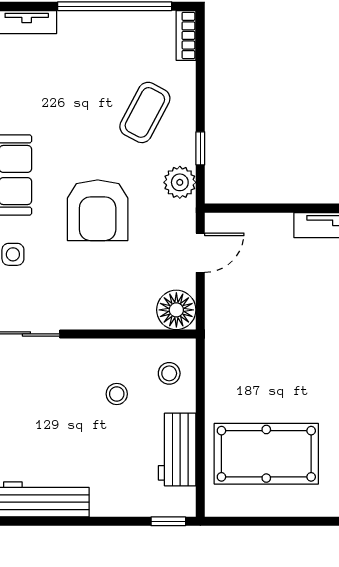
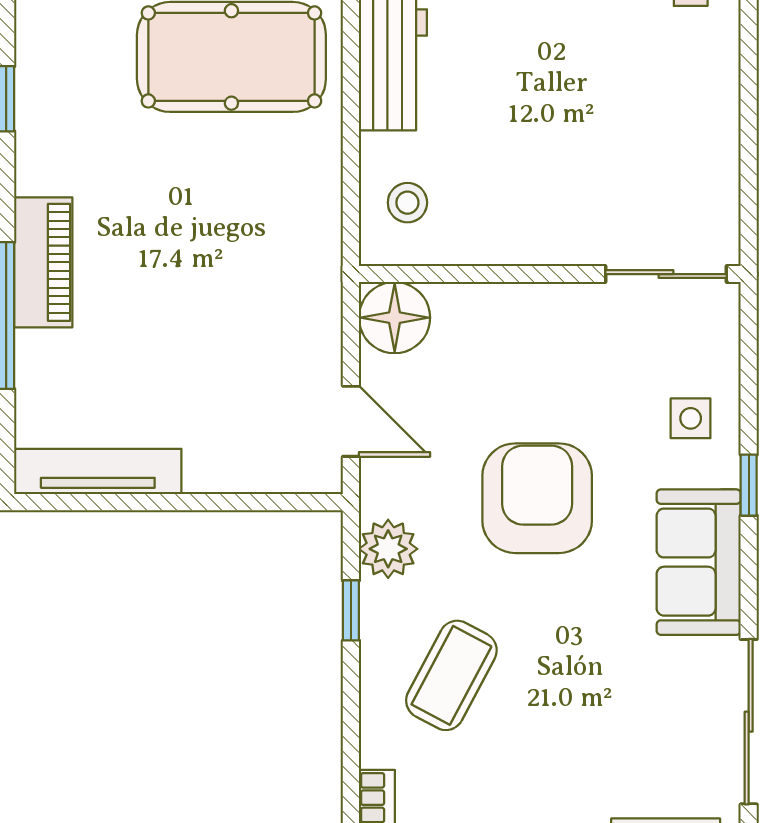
door: (200, 253) -> (351, 421), swing flipped
stool: (117, 394) -> (502, 165), removed

